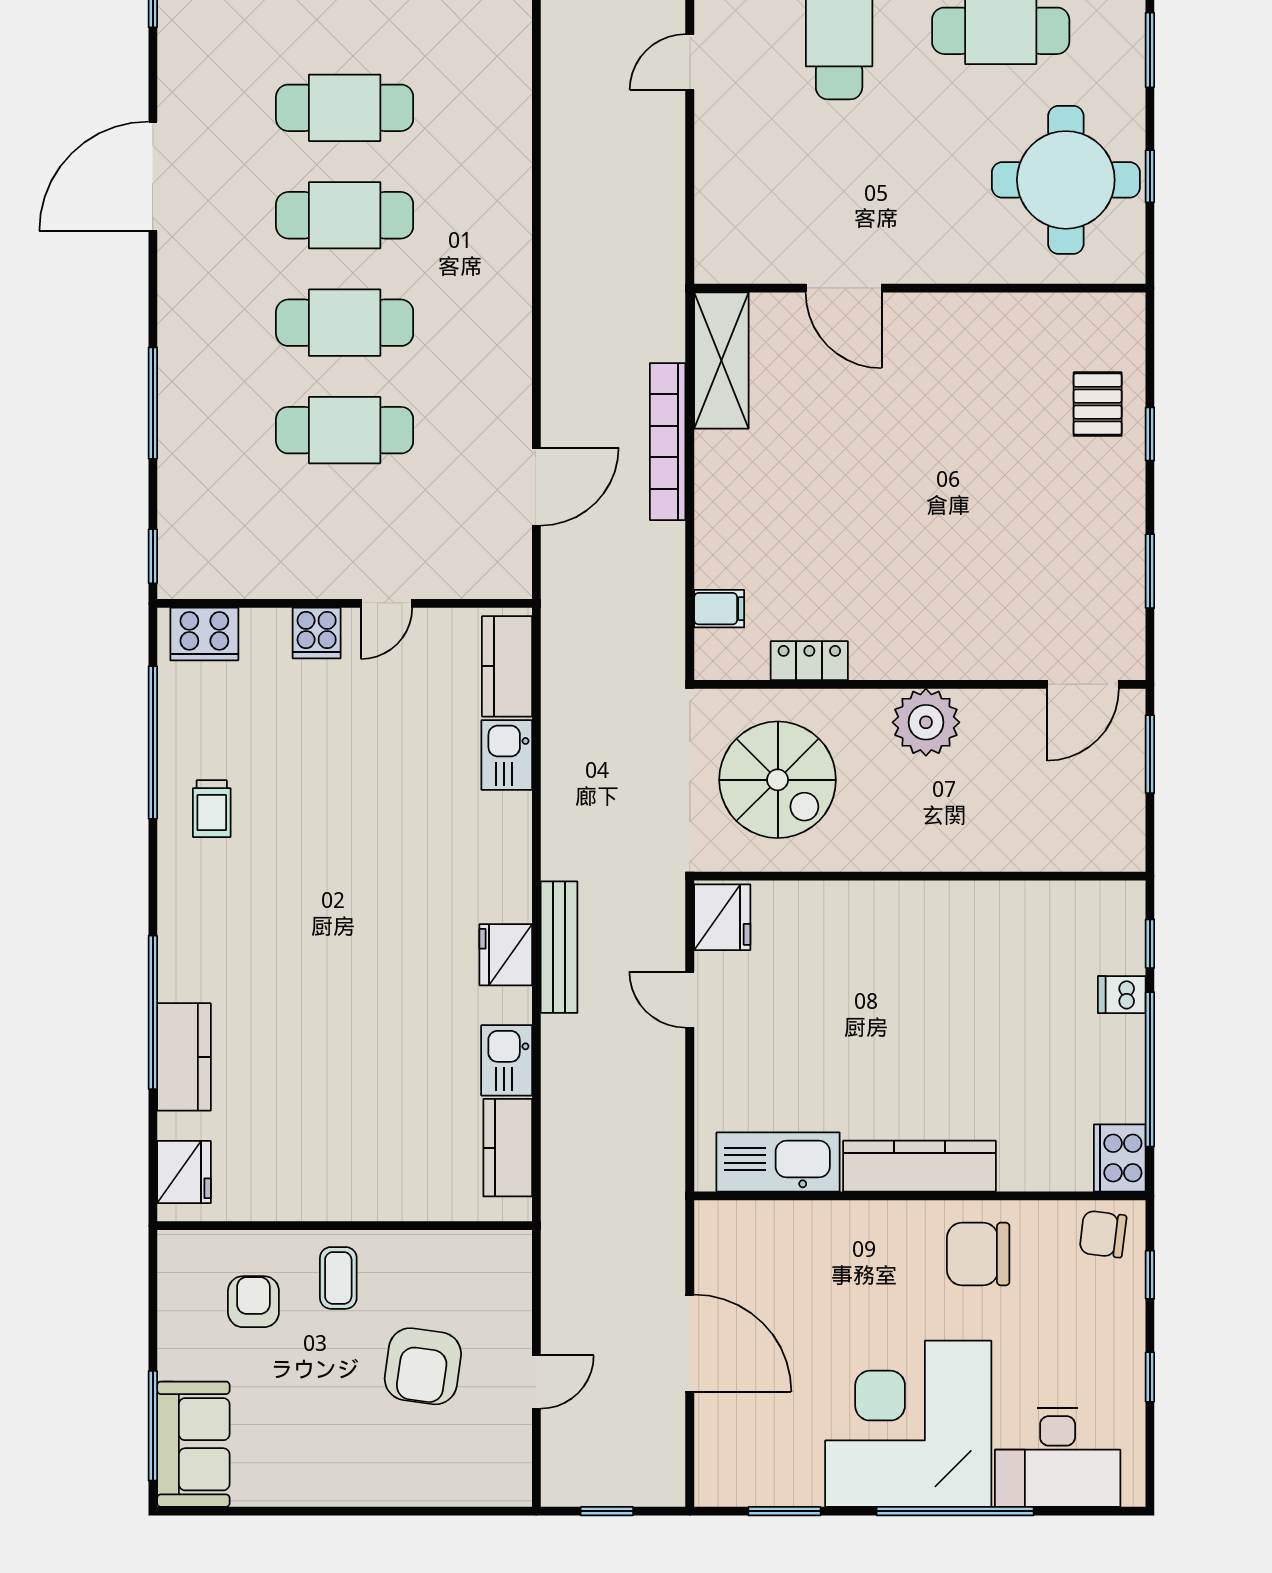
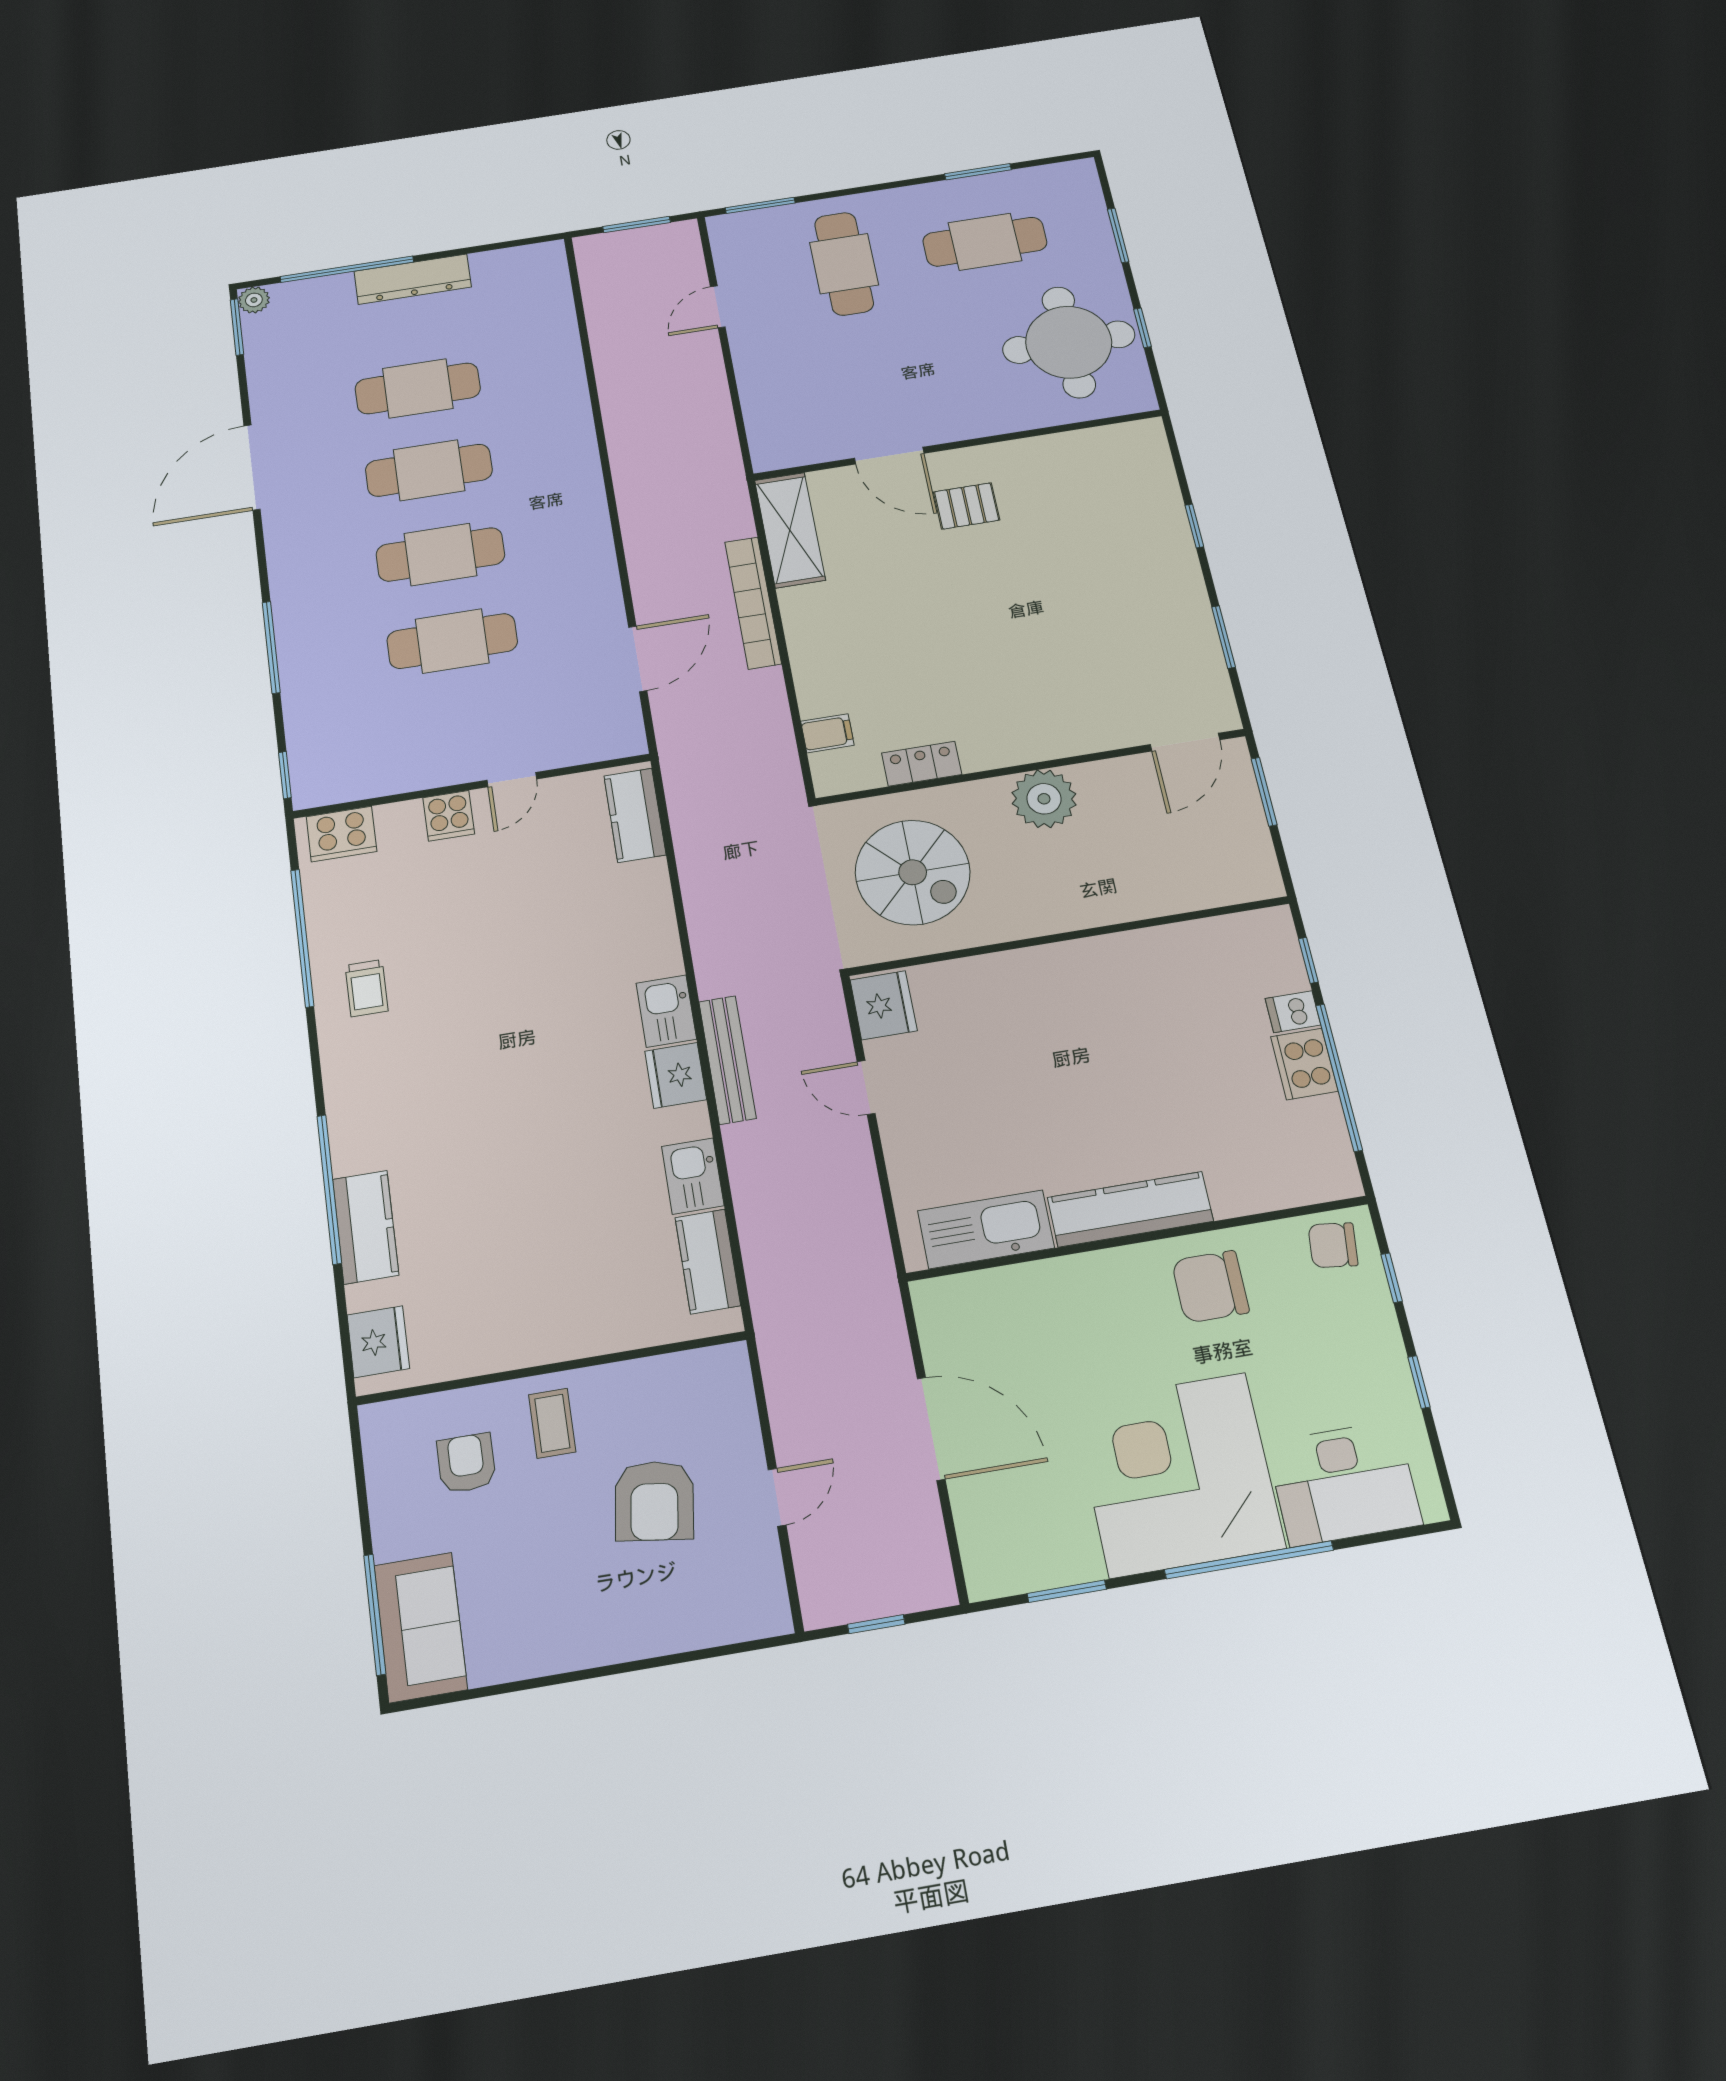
pallet: (1098, 404) -> (967, 506), moved, turned 90
kitchen sink: (507, 755) -> (666, 1011), moved
cooker: (1120, 1158) -> (1304, 1064), moved

